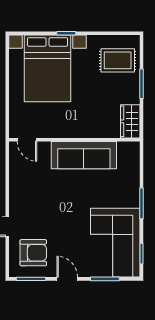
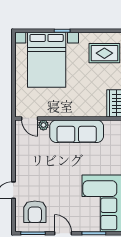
plant: (44, 148) -> (43, 125), added
armchair: (33, 253) -> (35, 212), turned 90

